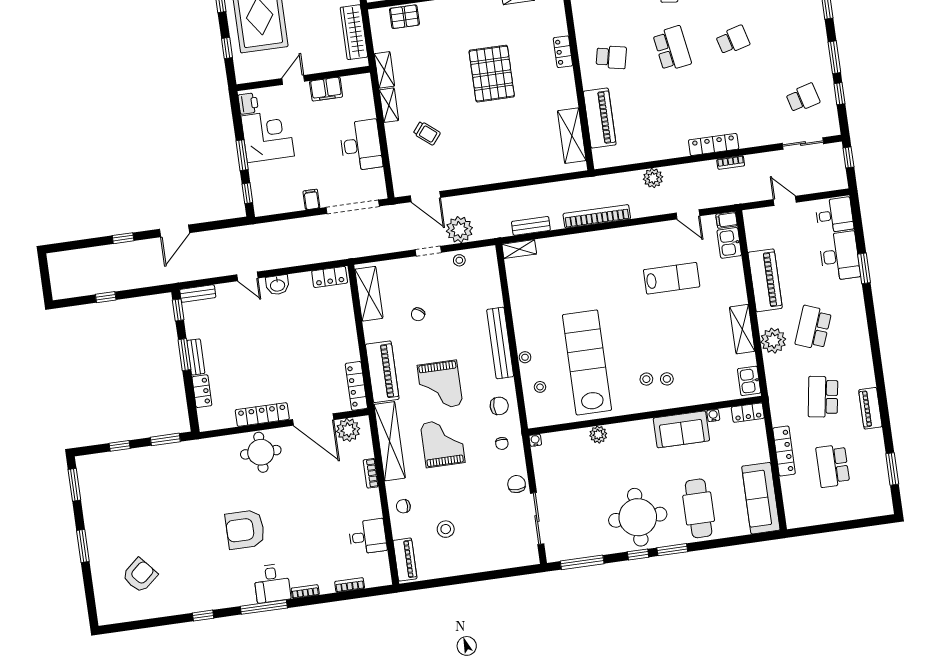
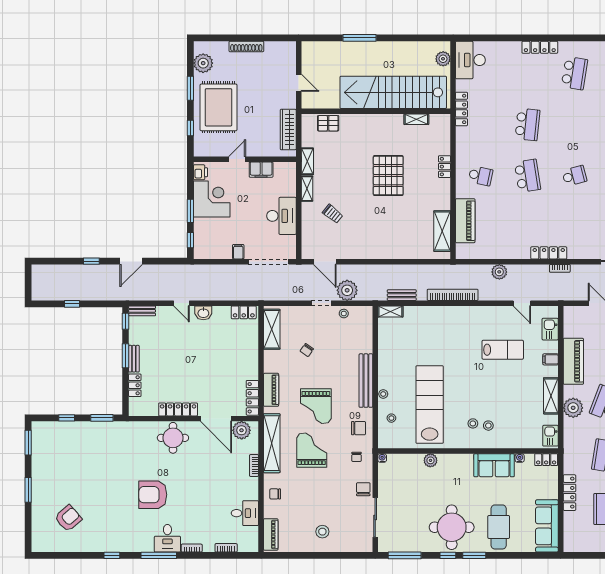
filing cabinet: (727, 220) -> (551, 359), moved
piano: (382, 372) -> (271, 390), width x0.73, depth x0.75
stool: (446, 529) -> (322, 532), moved

